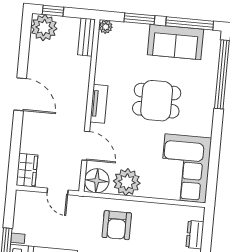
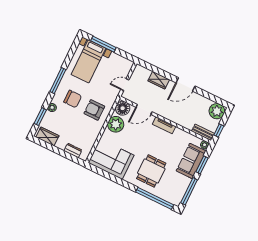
window: (53, 11) -> (219, 130), moved
sofa: (175, 42) -> (191, 161), moved
dining table: (157, 101) -> (151, 171), moved
wardrobe: (27, 170) -> (159, 80), moved

